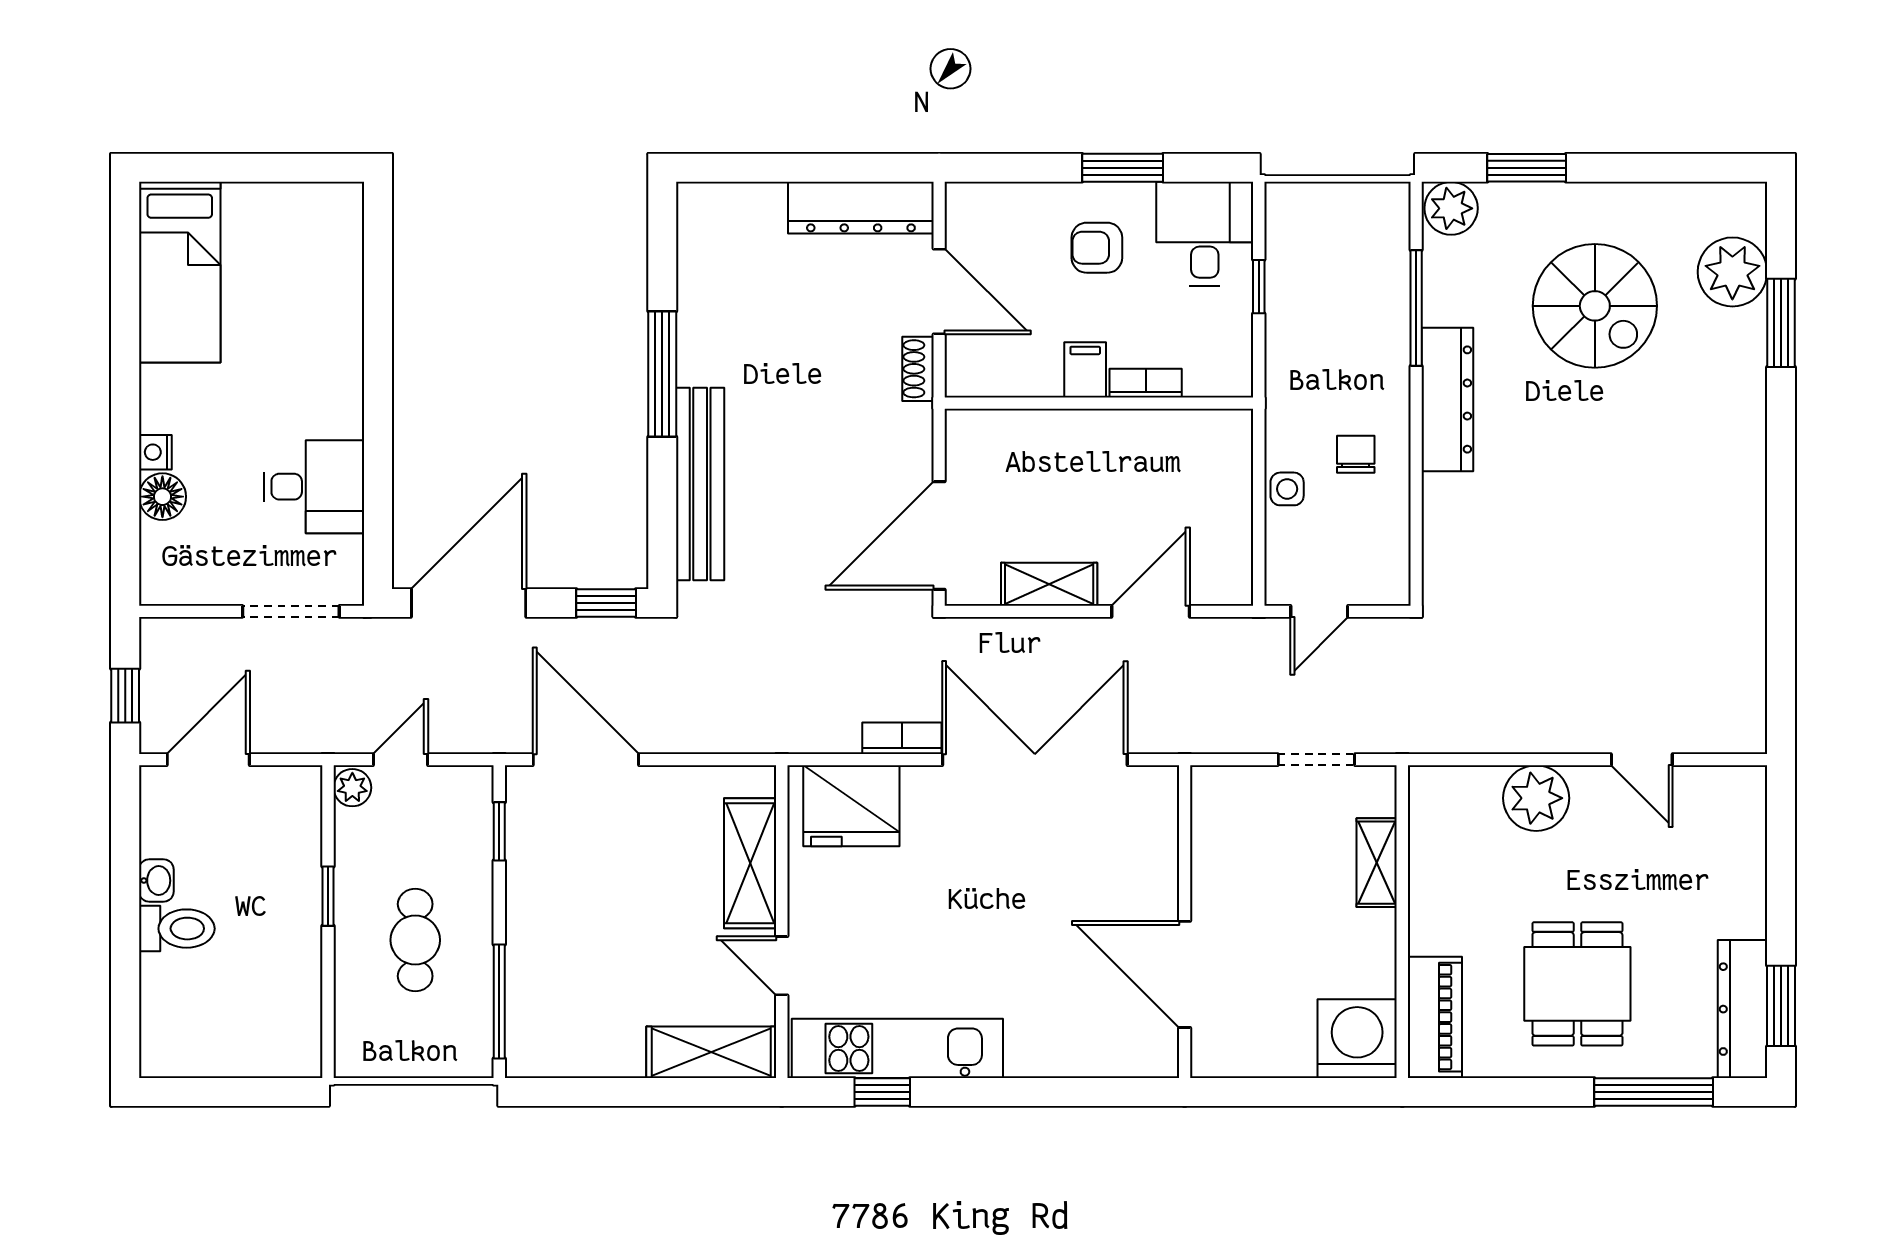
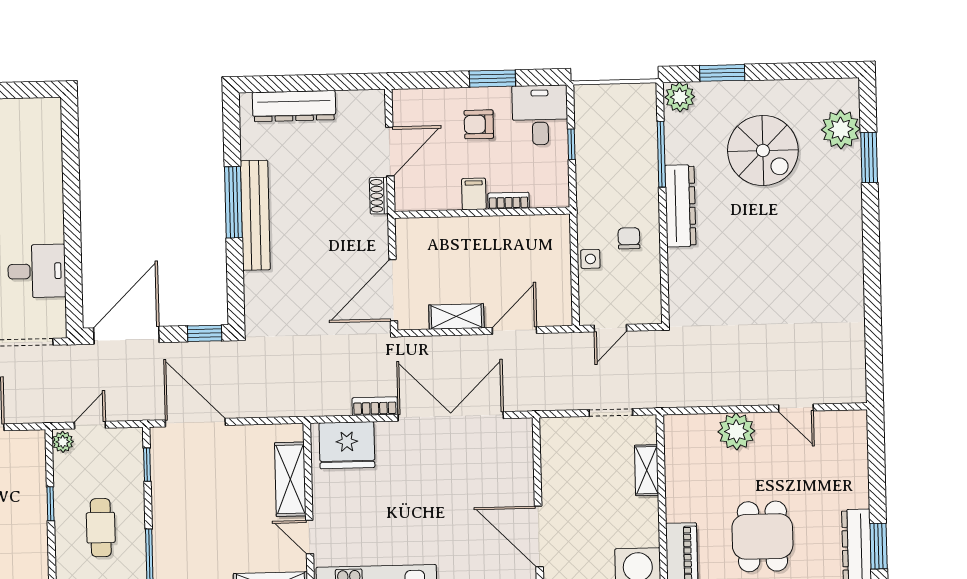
dresser: (861, 208) -> (294, 106), moved
door: (939, 292) -> (390, 151), hinge flipped
bench: (700, 484) -> (255, 215), moved

